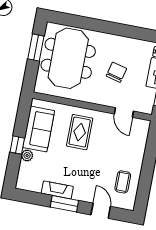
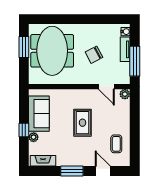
chair: (116, 72) -> (94, 55), turned -132
plant: (144, 125) -> (125, 94), added
rug: (80, 132) -> (82, 123), moved
fireplace: (57, 190) -> (43, 161), moved

